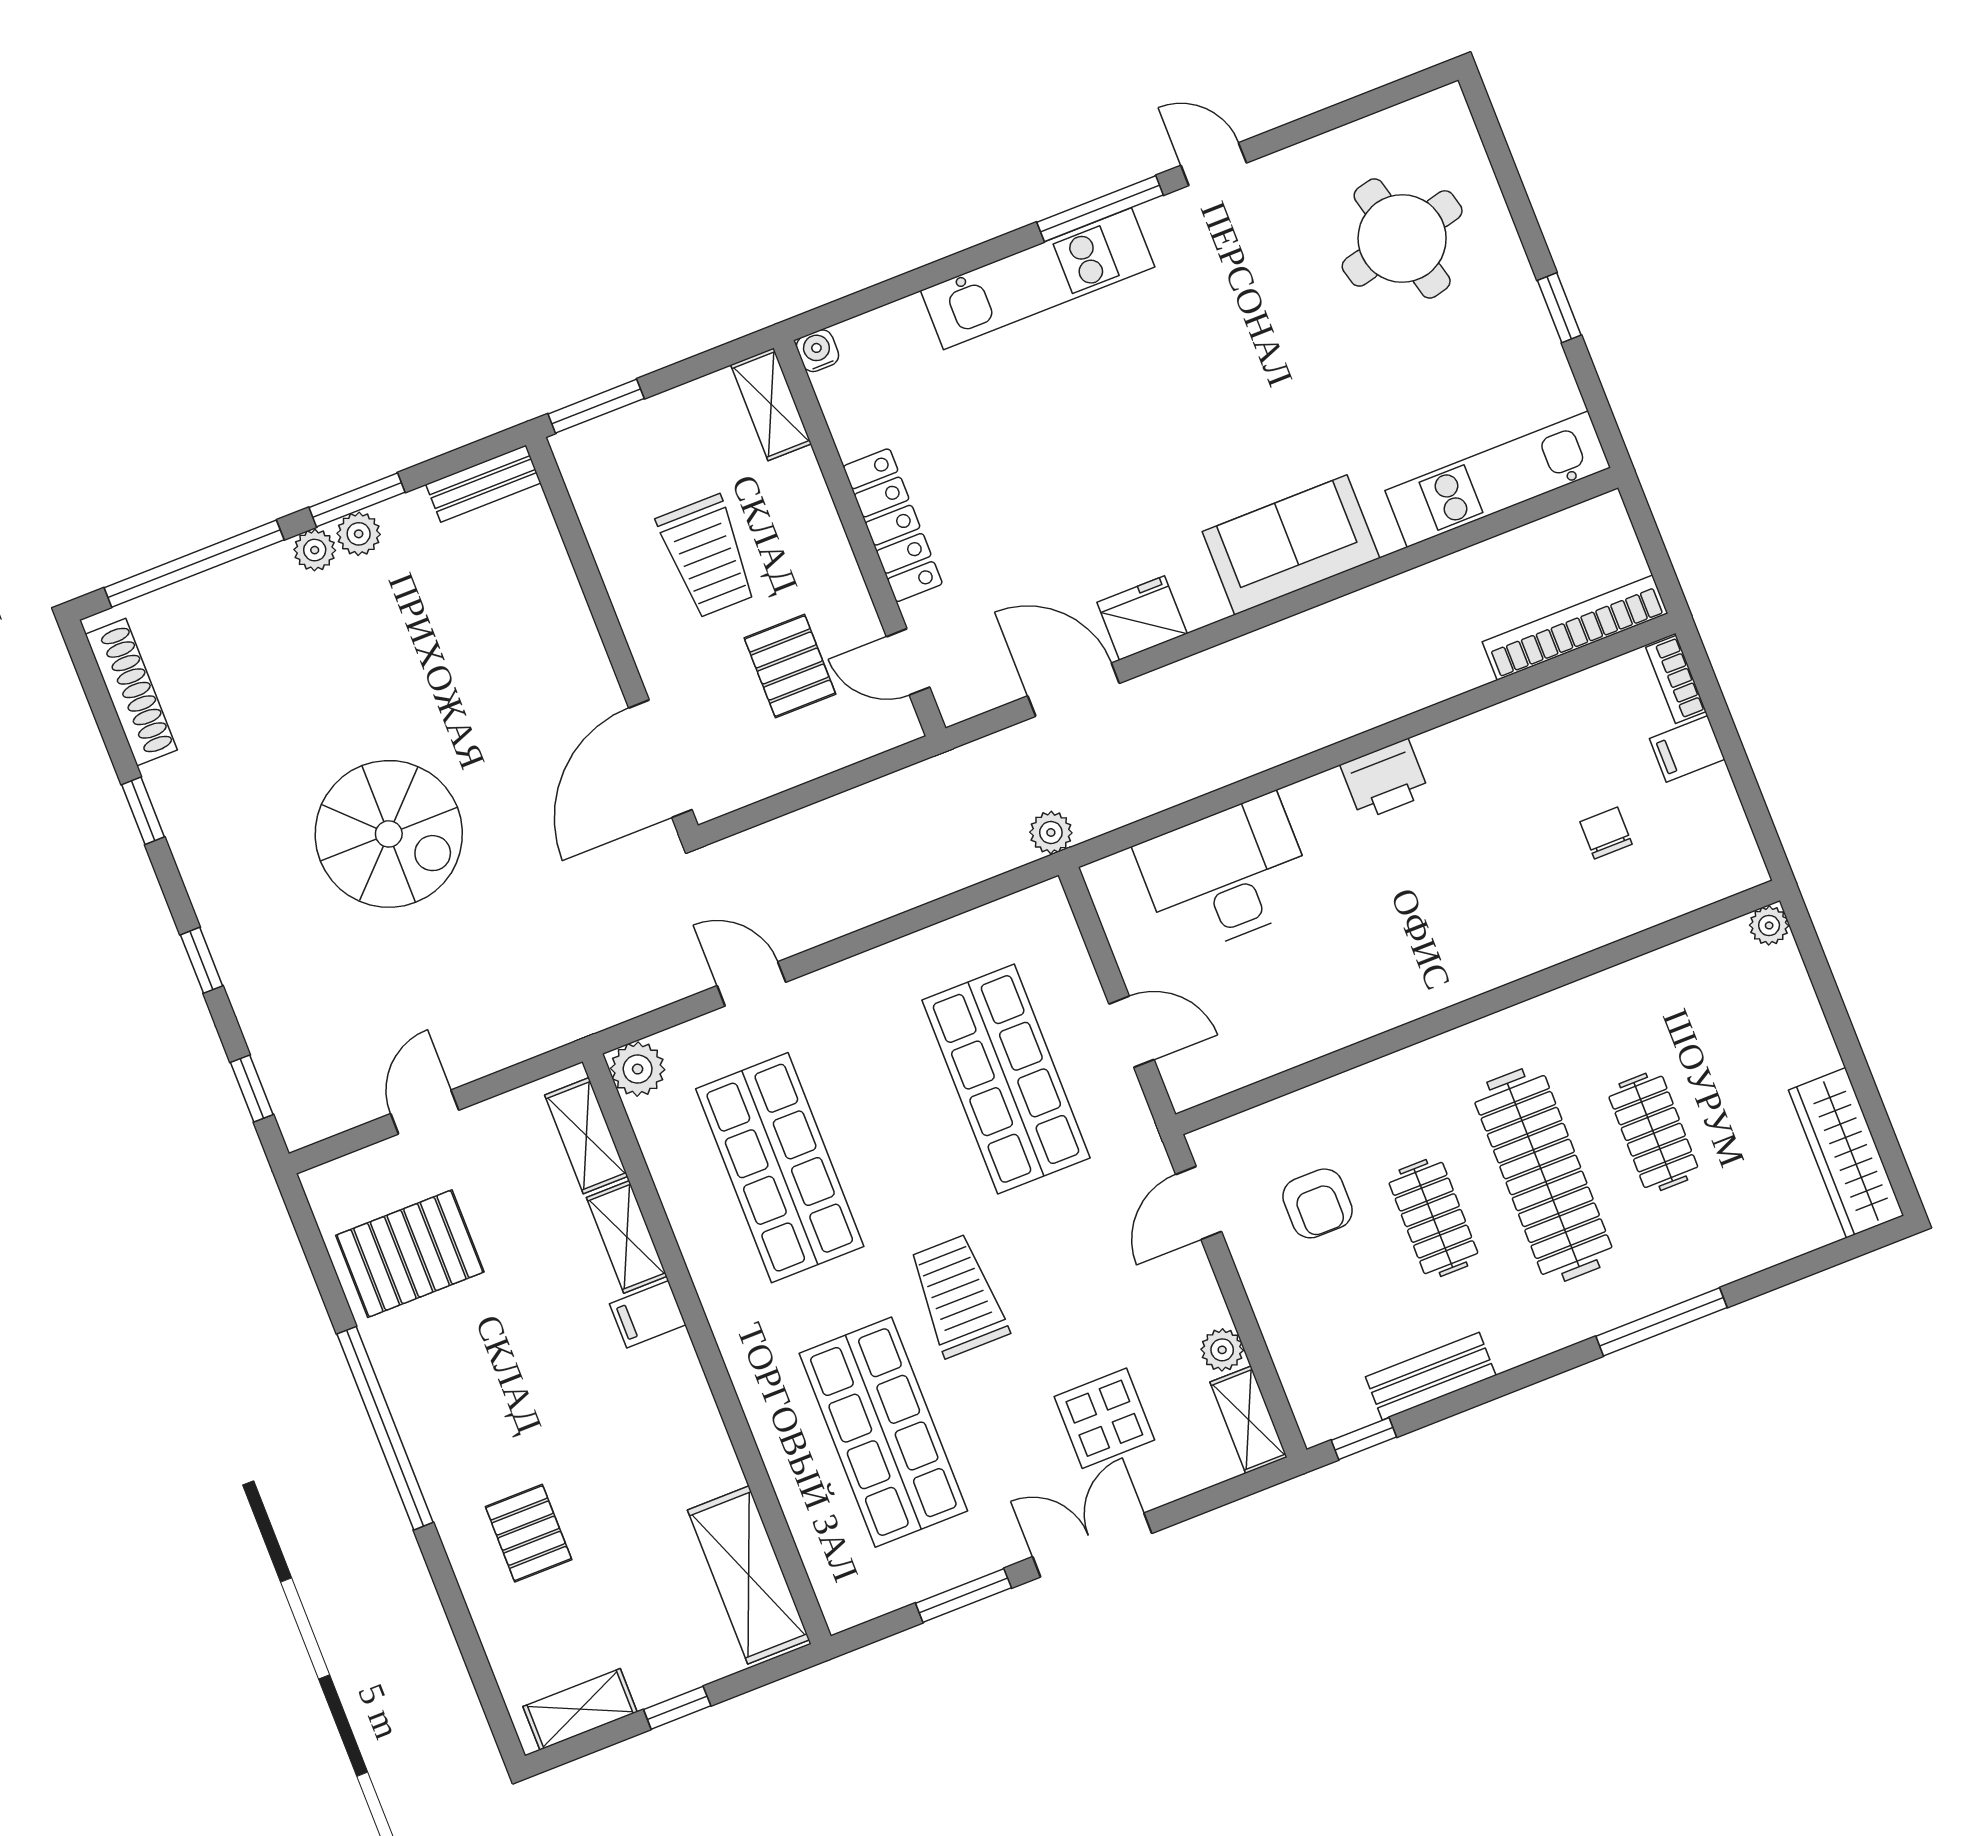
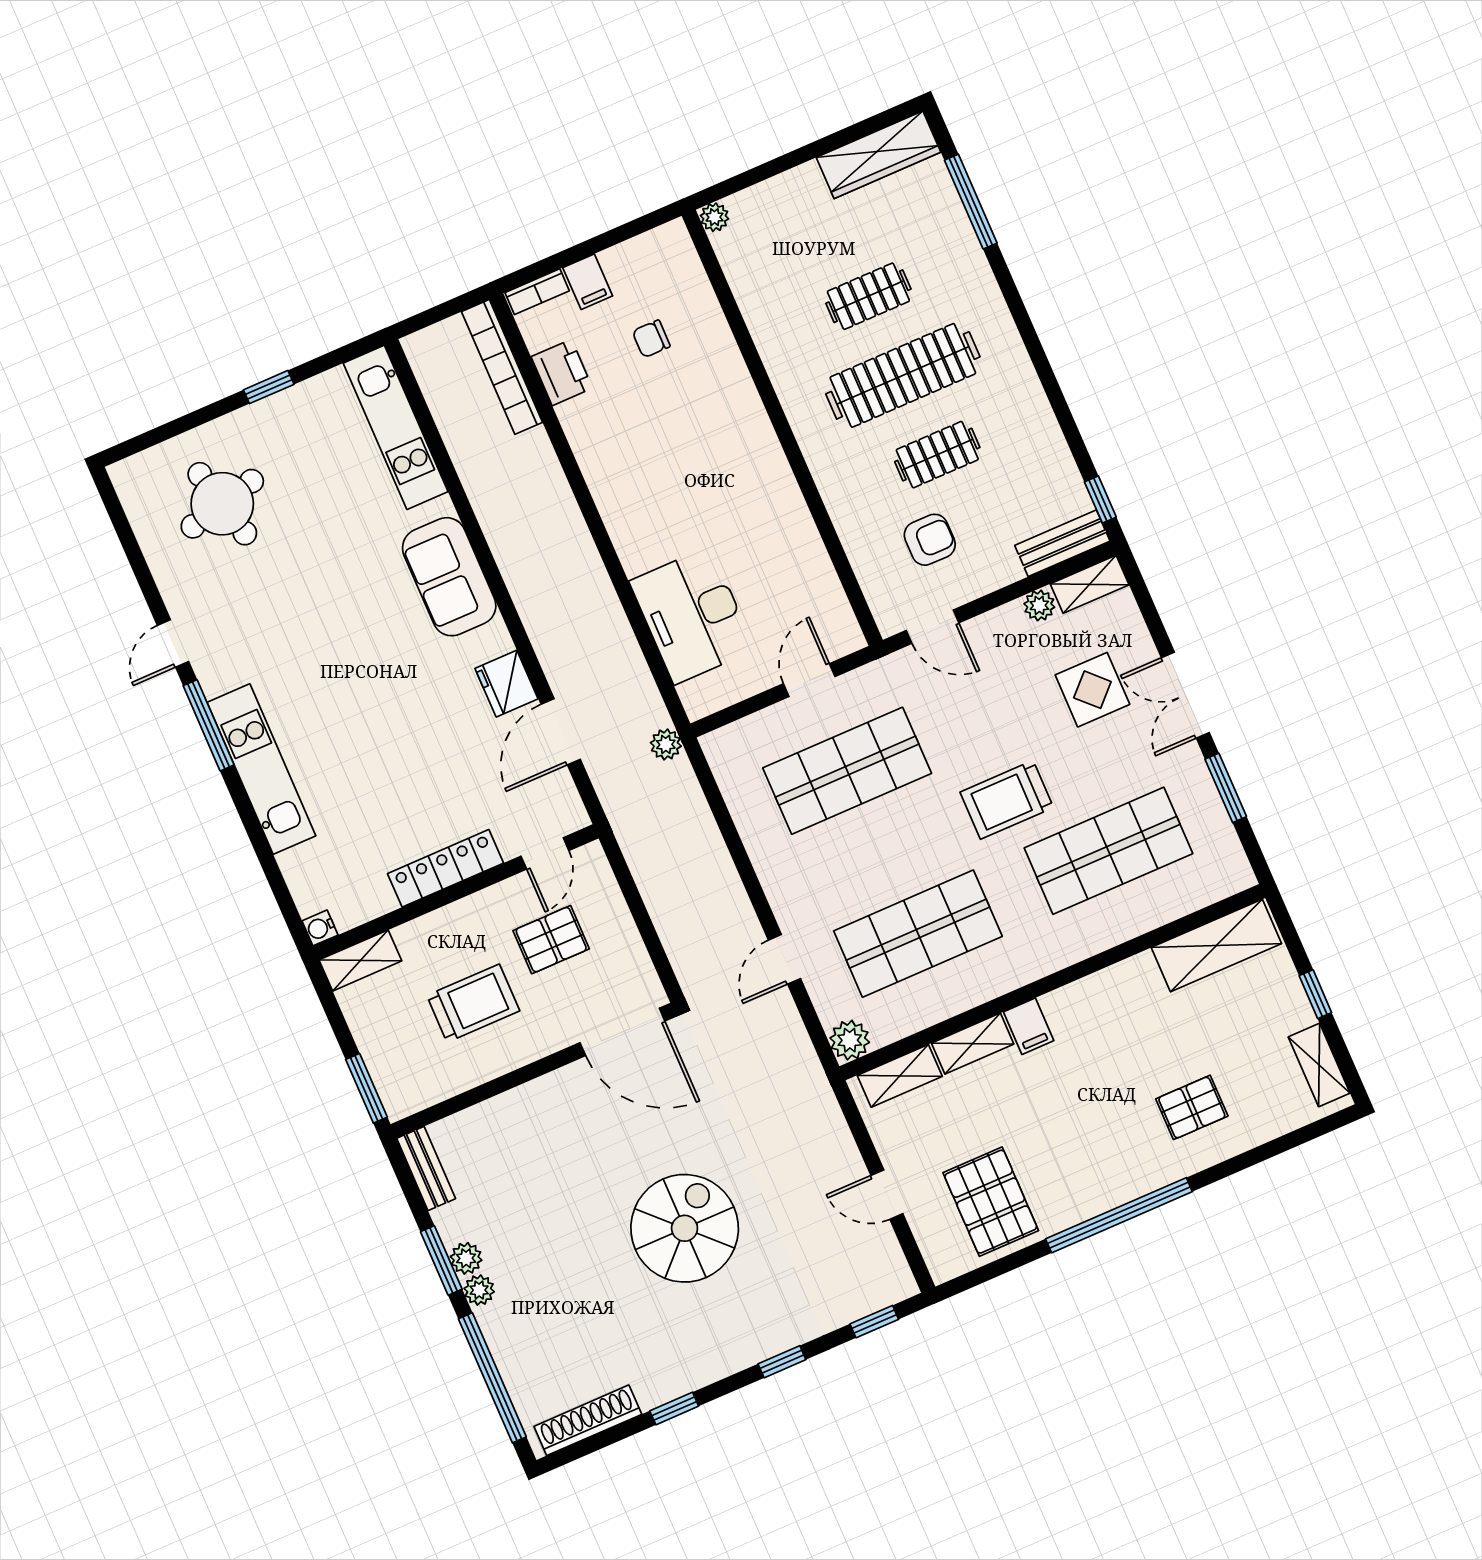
printer: (1385, 779) -> (562, 372), moved
window: (1661, 1322) -> (971, 202), moved
bench: (1431, 1376) -> (1062, 543), moved, turned 90

